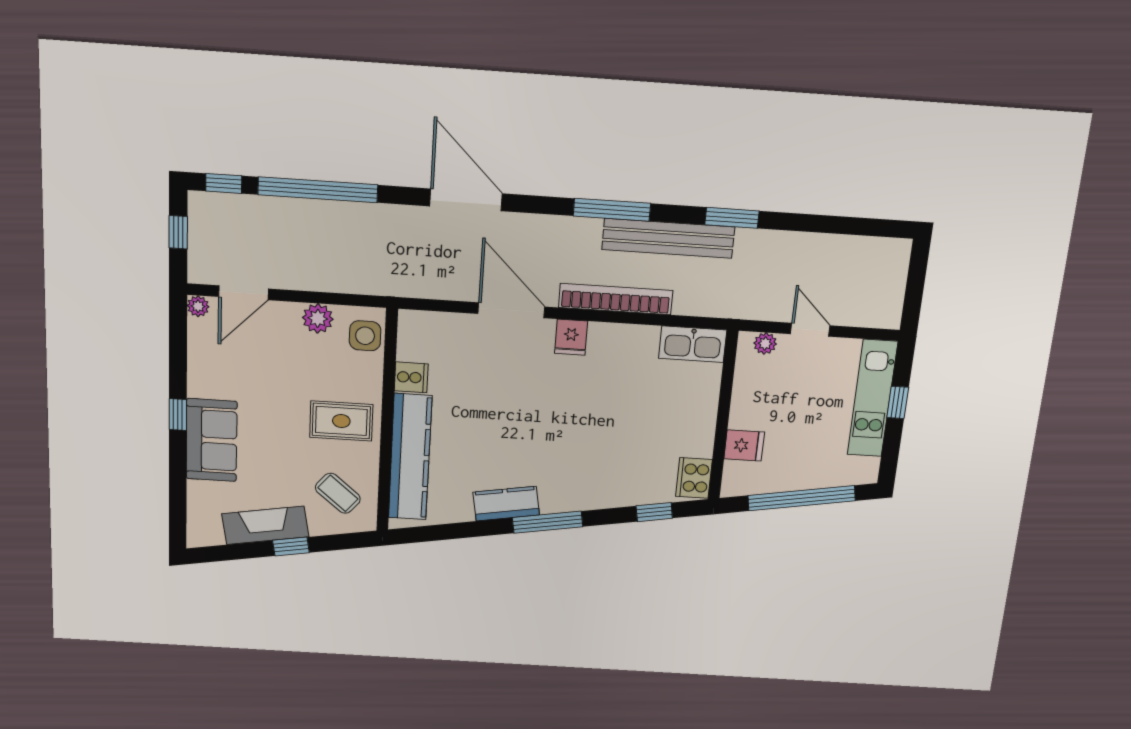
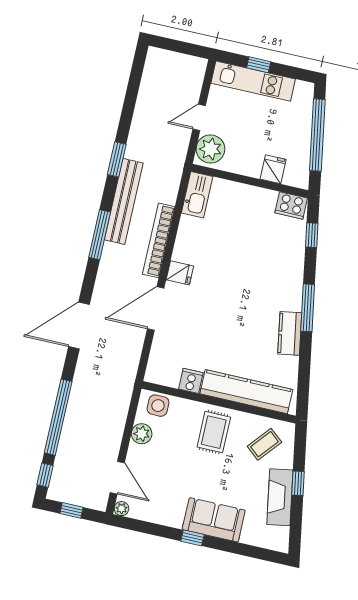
plant: (765, 344) -> (210, 149), width x1.88, depth x1.88

